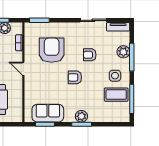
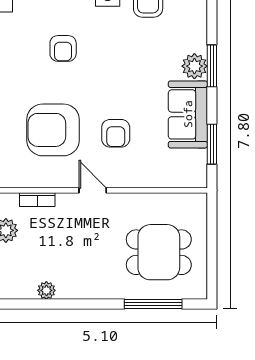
door: (23, 69) -> (93, 190), swing flipped
armchair: (75, 77) -> (116, 133), moved
sofa: (48, 113) -> (188, 114), moved

